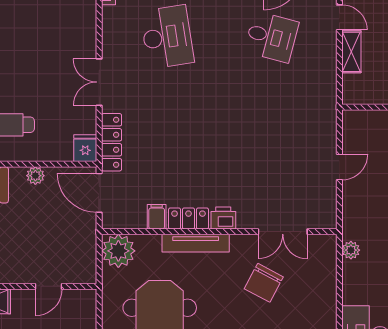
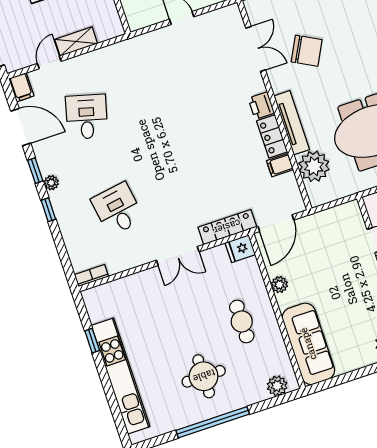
desk: (167, 37) -> (118, 209), width x0.73
plant: (118, 251) -> (314, 166), moved

